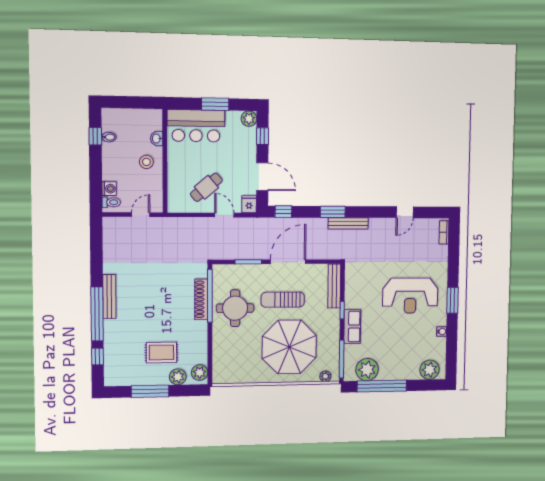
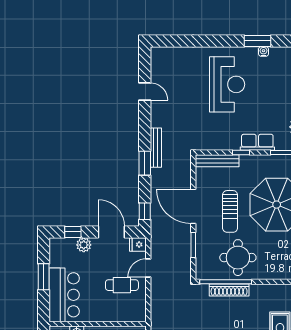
plant: (249, 119) -> (84, 245), moved
door: (262, 177) -> (111, 232), hinge flipped
cafe table: (206, 187) -> (122, 285), turned -50
bookcase: (444, 232) -> (164, 51), removed
window: (452, 300) -> (257, 41), moved

